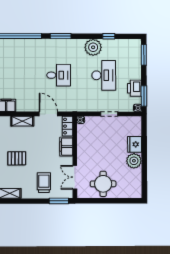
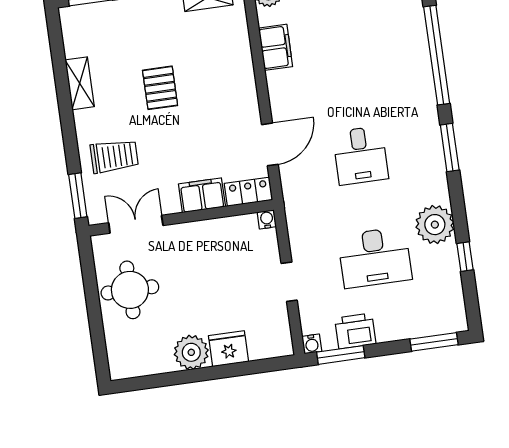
shelving: (22, 121) -> (245, 88), removed

